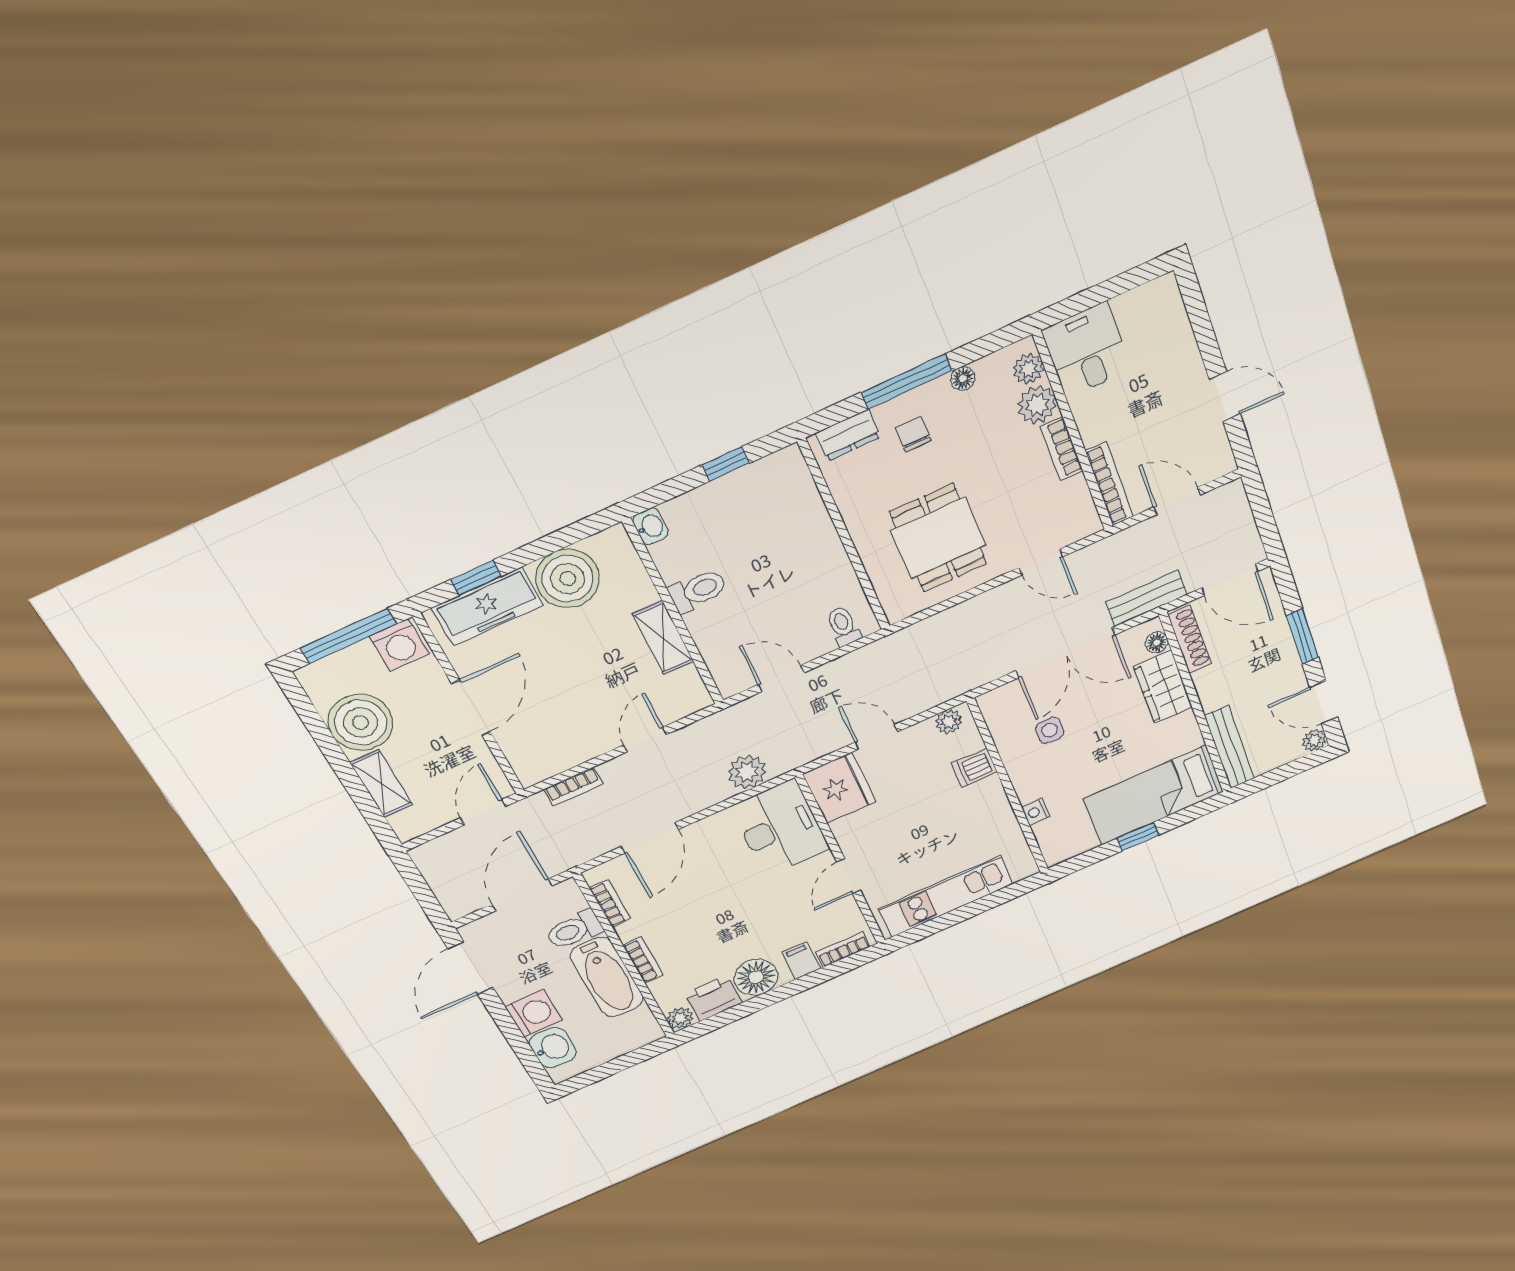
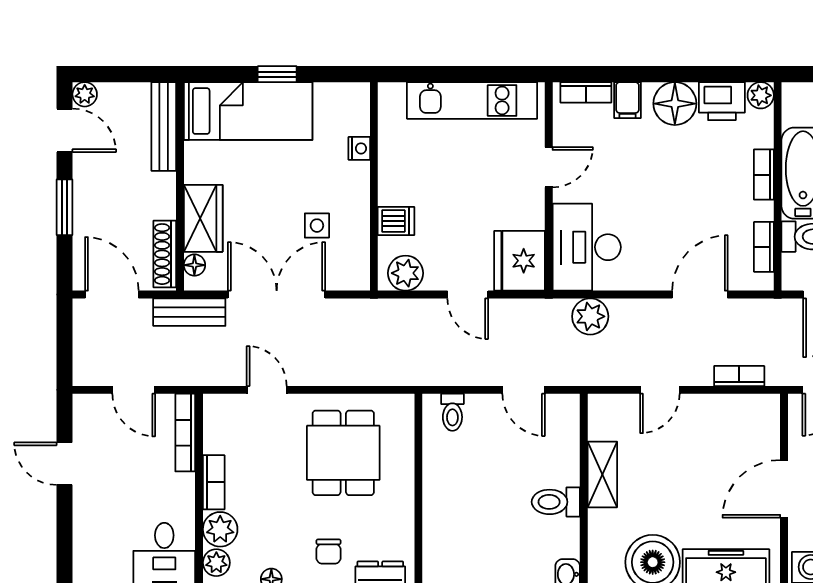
plant: (949, 722) -> (406, 273), width x1.38, depth x1.38

